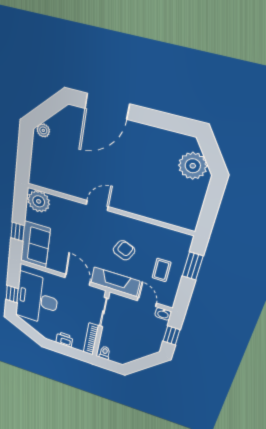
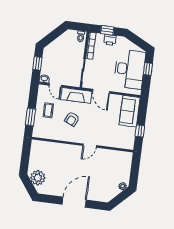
door: (107, 106) -> (74, 202), moved
plant: (39, 201) -> (127, 142), removed
window: (18, 232) -> (140, 131), moved
window: (68, 351) -> (107, 30), added

